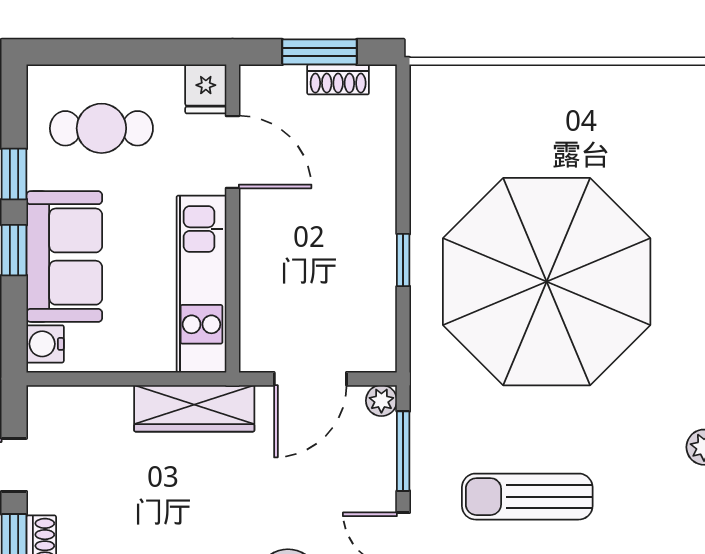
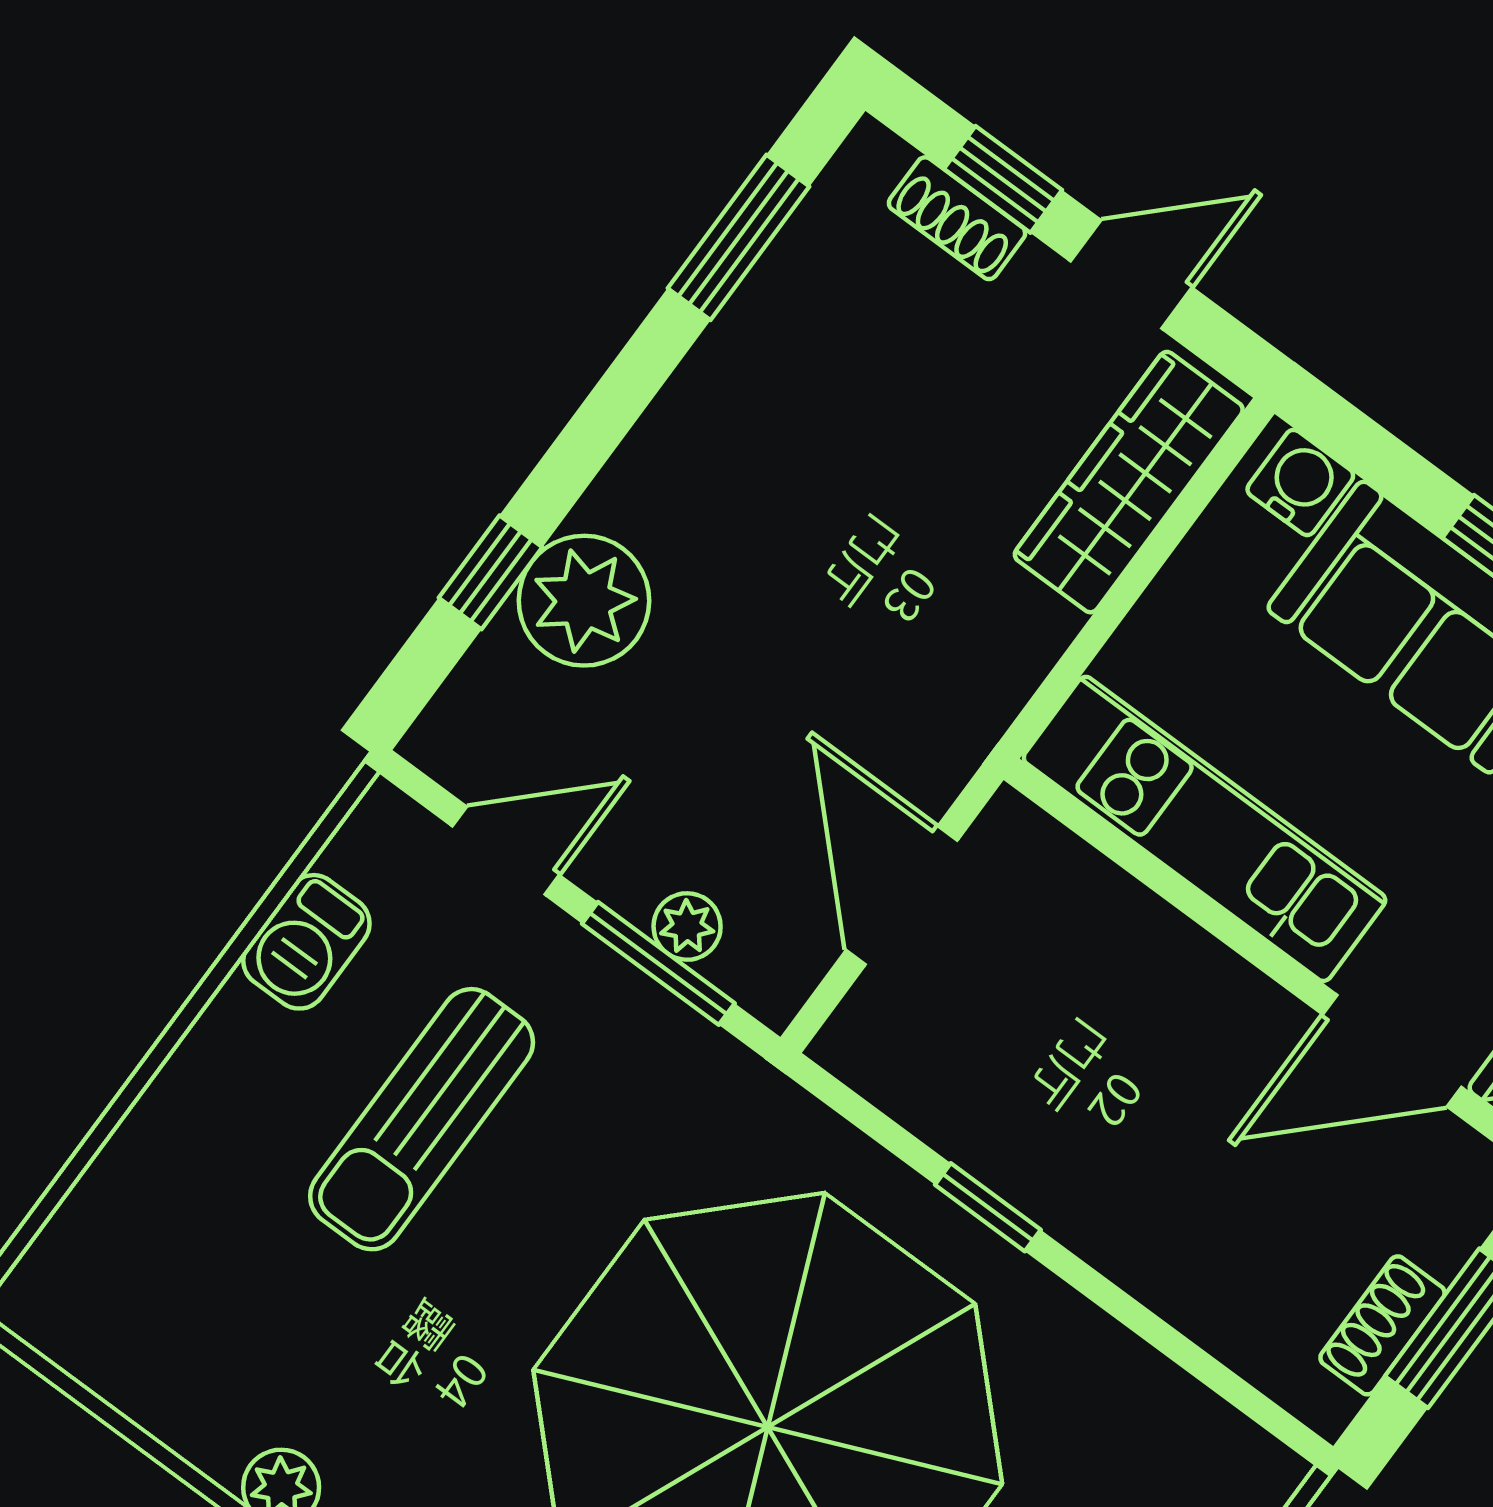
plant: (381, 401) -> (687, 926), moved
wardrobe: (194, 408) -> (1129, 482), moved
sun lounger: (527, 497) -> (422, 1119), turned 180

